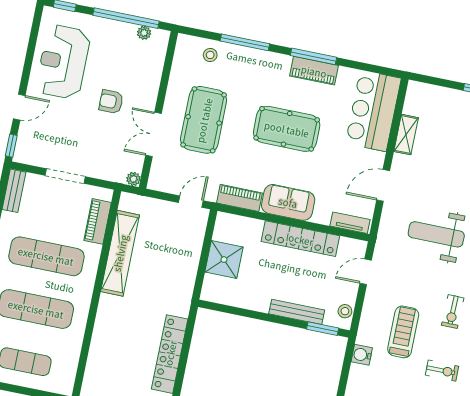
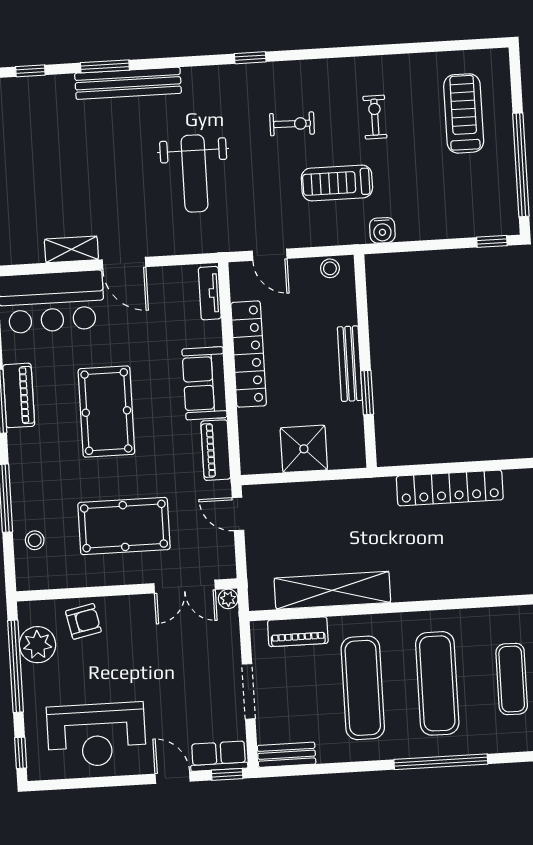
plant: (144, 33) -> (37, 645), width x1.88, depth x1.88
armchair: (111, 102) -> (83, 621), moved, turned -102
double door: (154, 134) -> (185, 587), moved
row of seats: (26, 143) -> (219, 756), added
door: (383, 185) -> (124, 263), moved
bench: (297, 312) -> (350, 364), moved
window: (323, 329) -> (367, 393), moved

